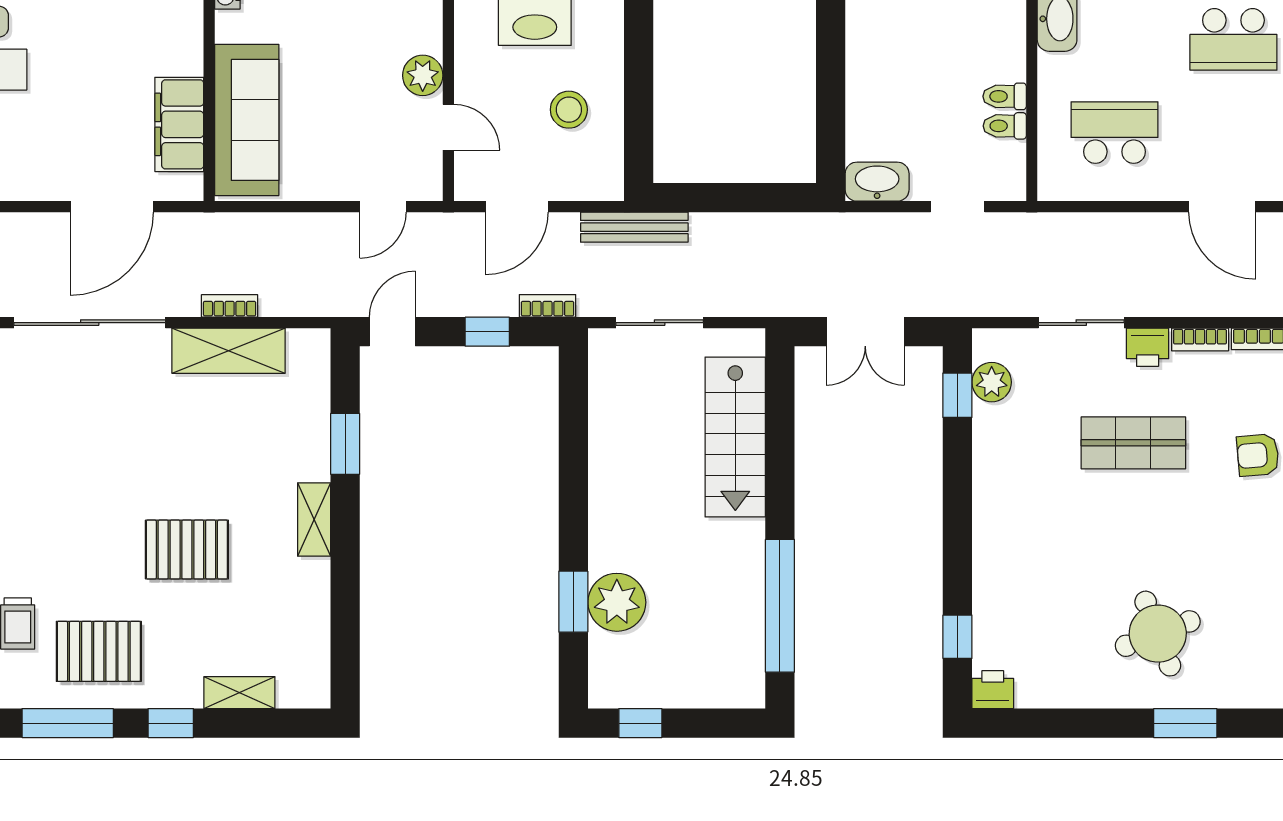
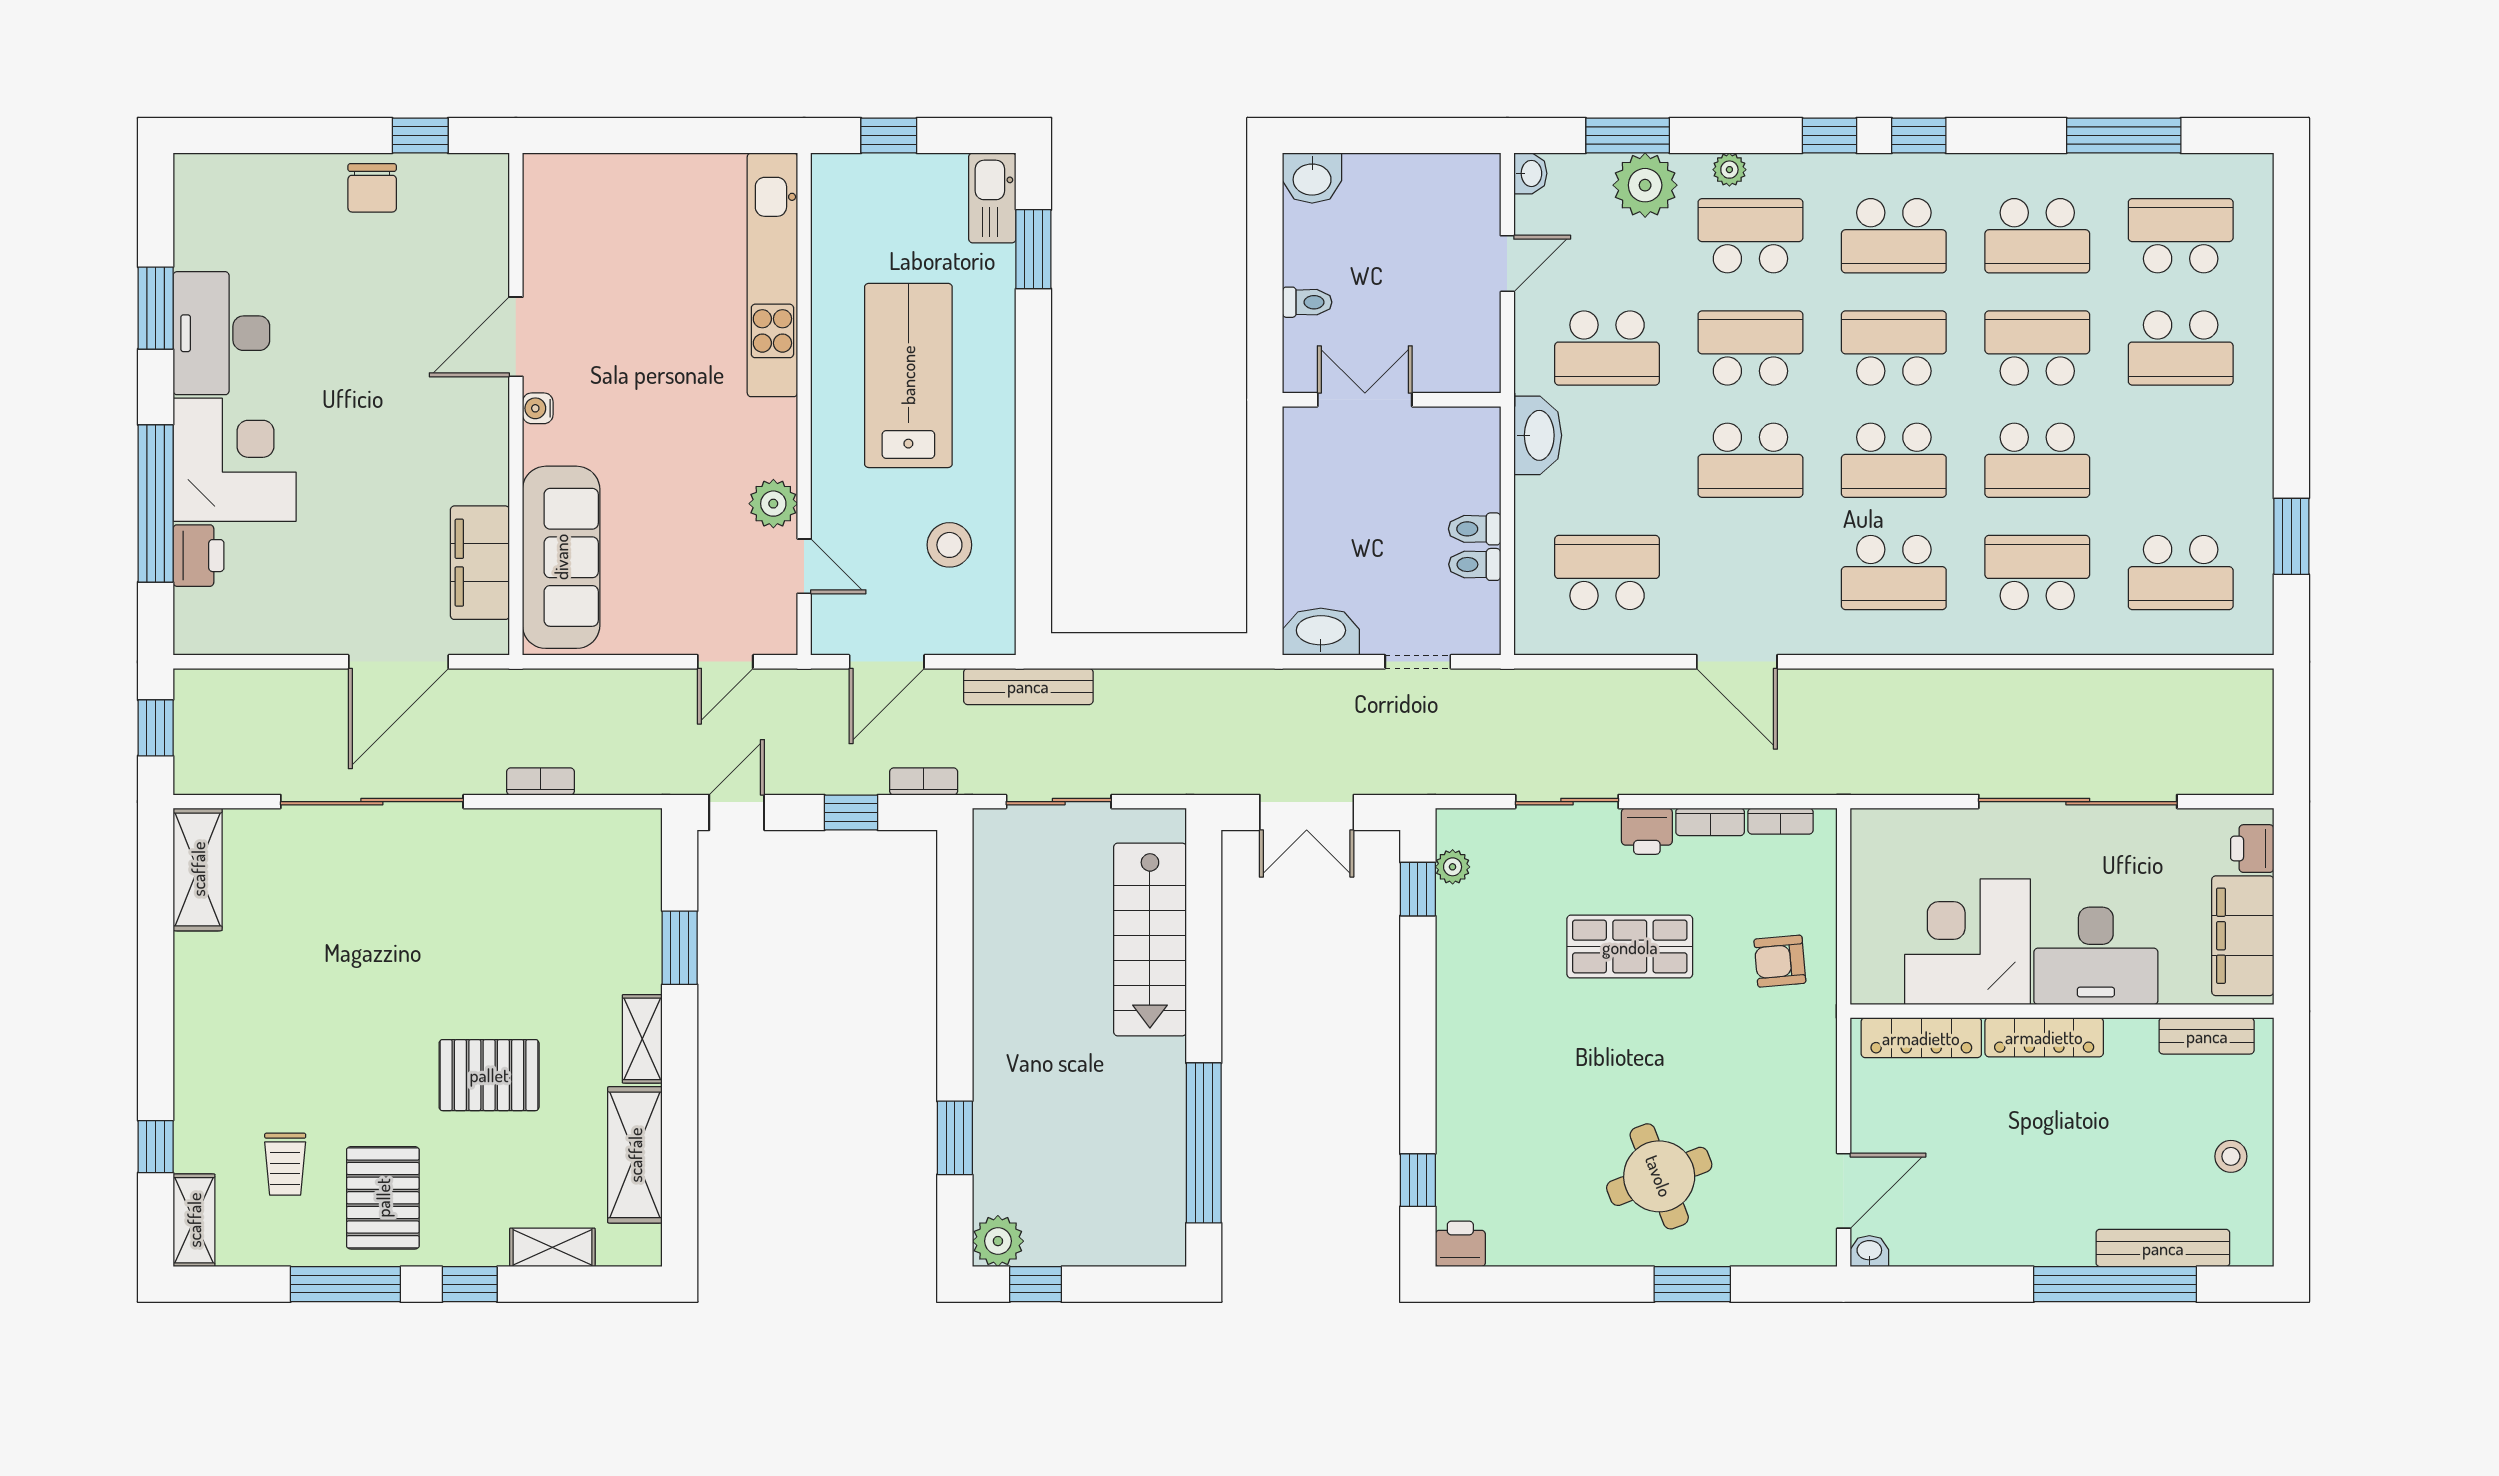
shelving: (229, 351) -> (635, 1155), moved, turned 90
plant: (992, 382) -> (1453, 867), width x0.73, depth x0.73
plant: (617, 602) -> (998, 1241), moved, width x0.73, depth x0.73
pallet: (99, 651) -> (383, 1198), turned 90

